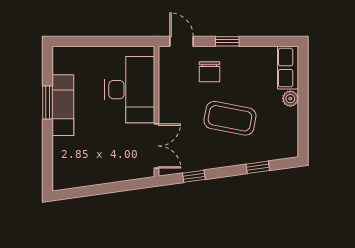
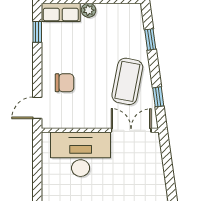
window: (227, 41) -> (37, 32), moved
coffee table: (230, 118) -> (127, 81), moved

